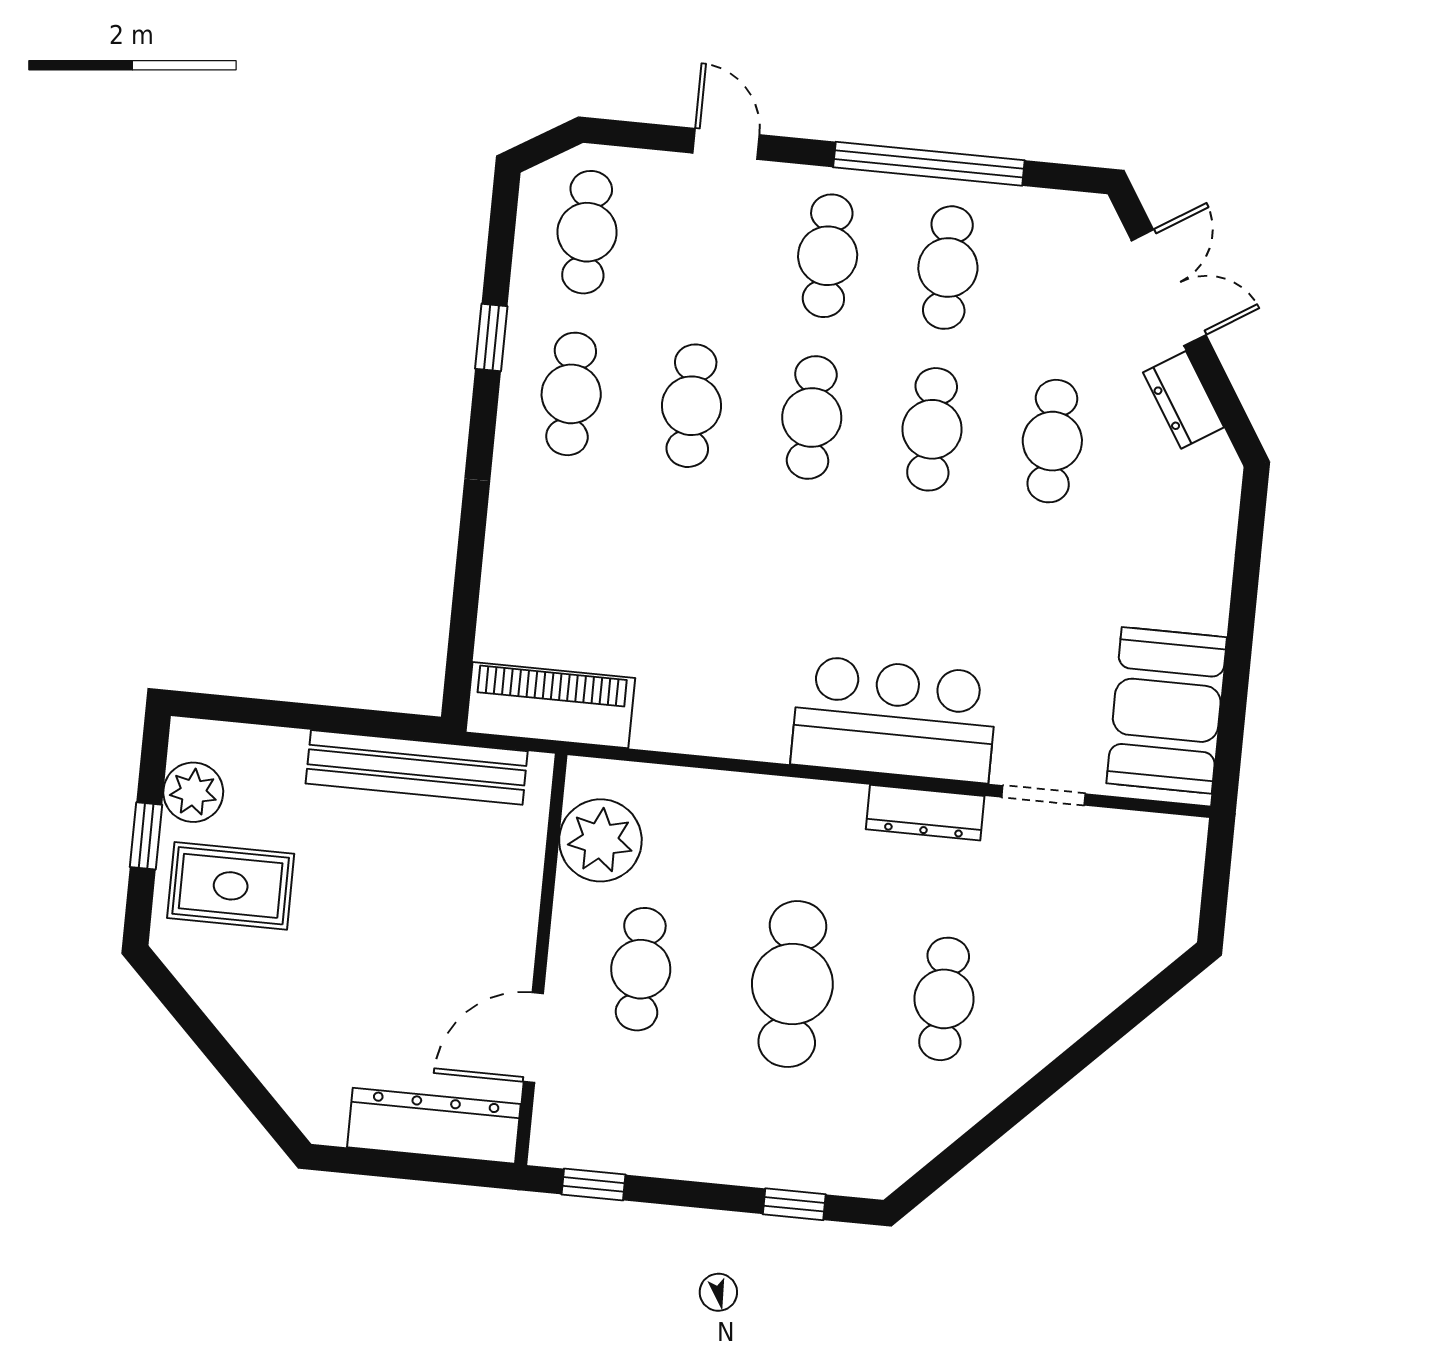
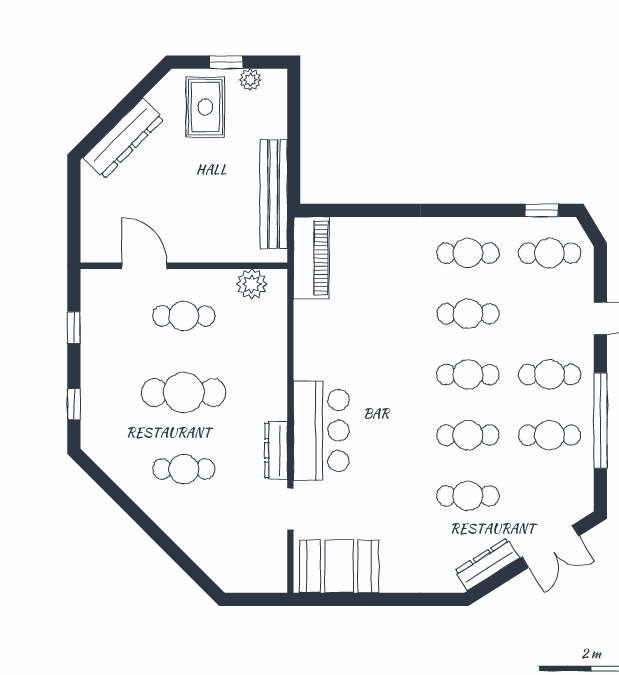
window: (491, 337) -> (542, 210), moved
dresser: (1184, 400) -> (487, 564), width x1.44
plant: (193, 792) -> (250, 80), width x0.73, depth x0.73
plant: (600, 840) -> (252, 284), width x0.73, depth x0.73
dresser: (434, 1126) -> (123, 138), moved, turned 45
window: (594, 1185) -> (74, 328), moved

